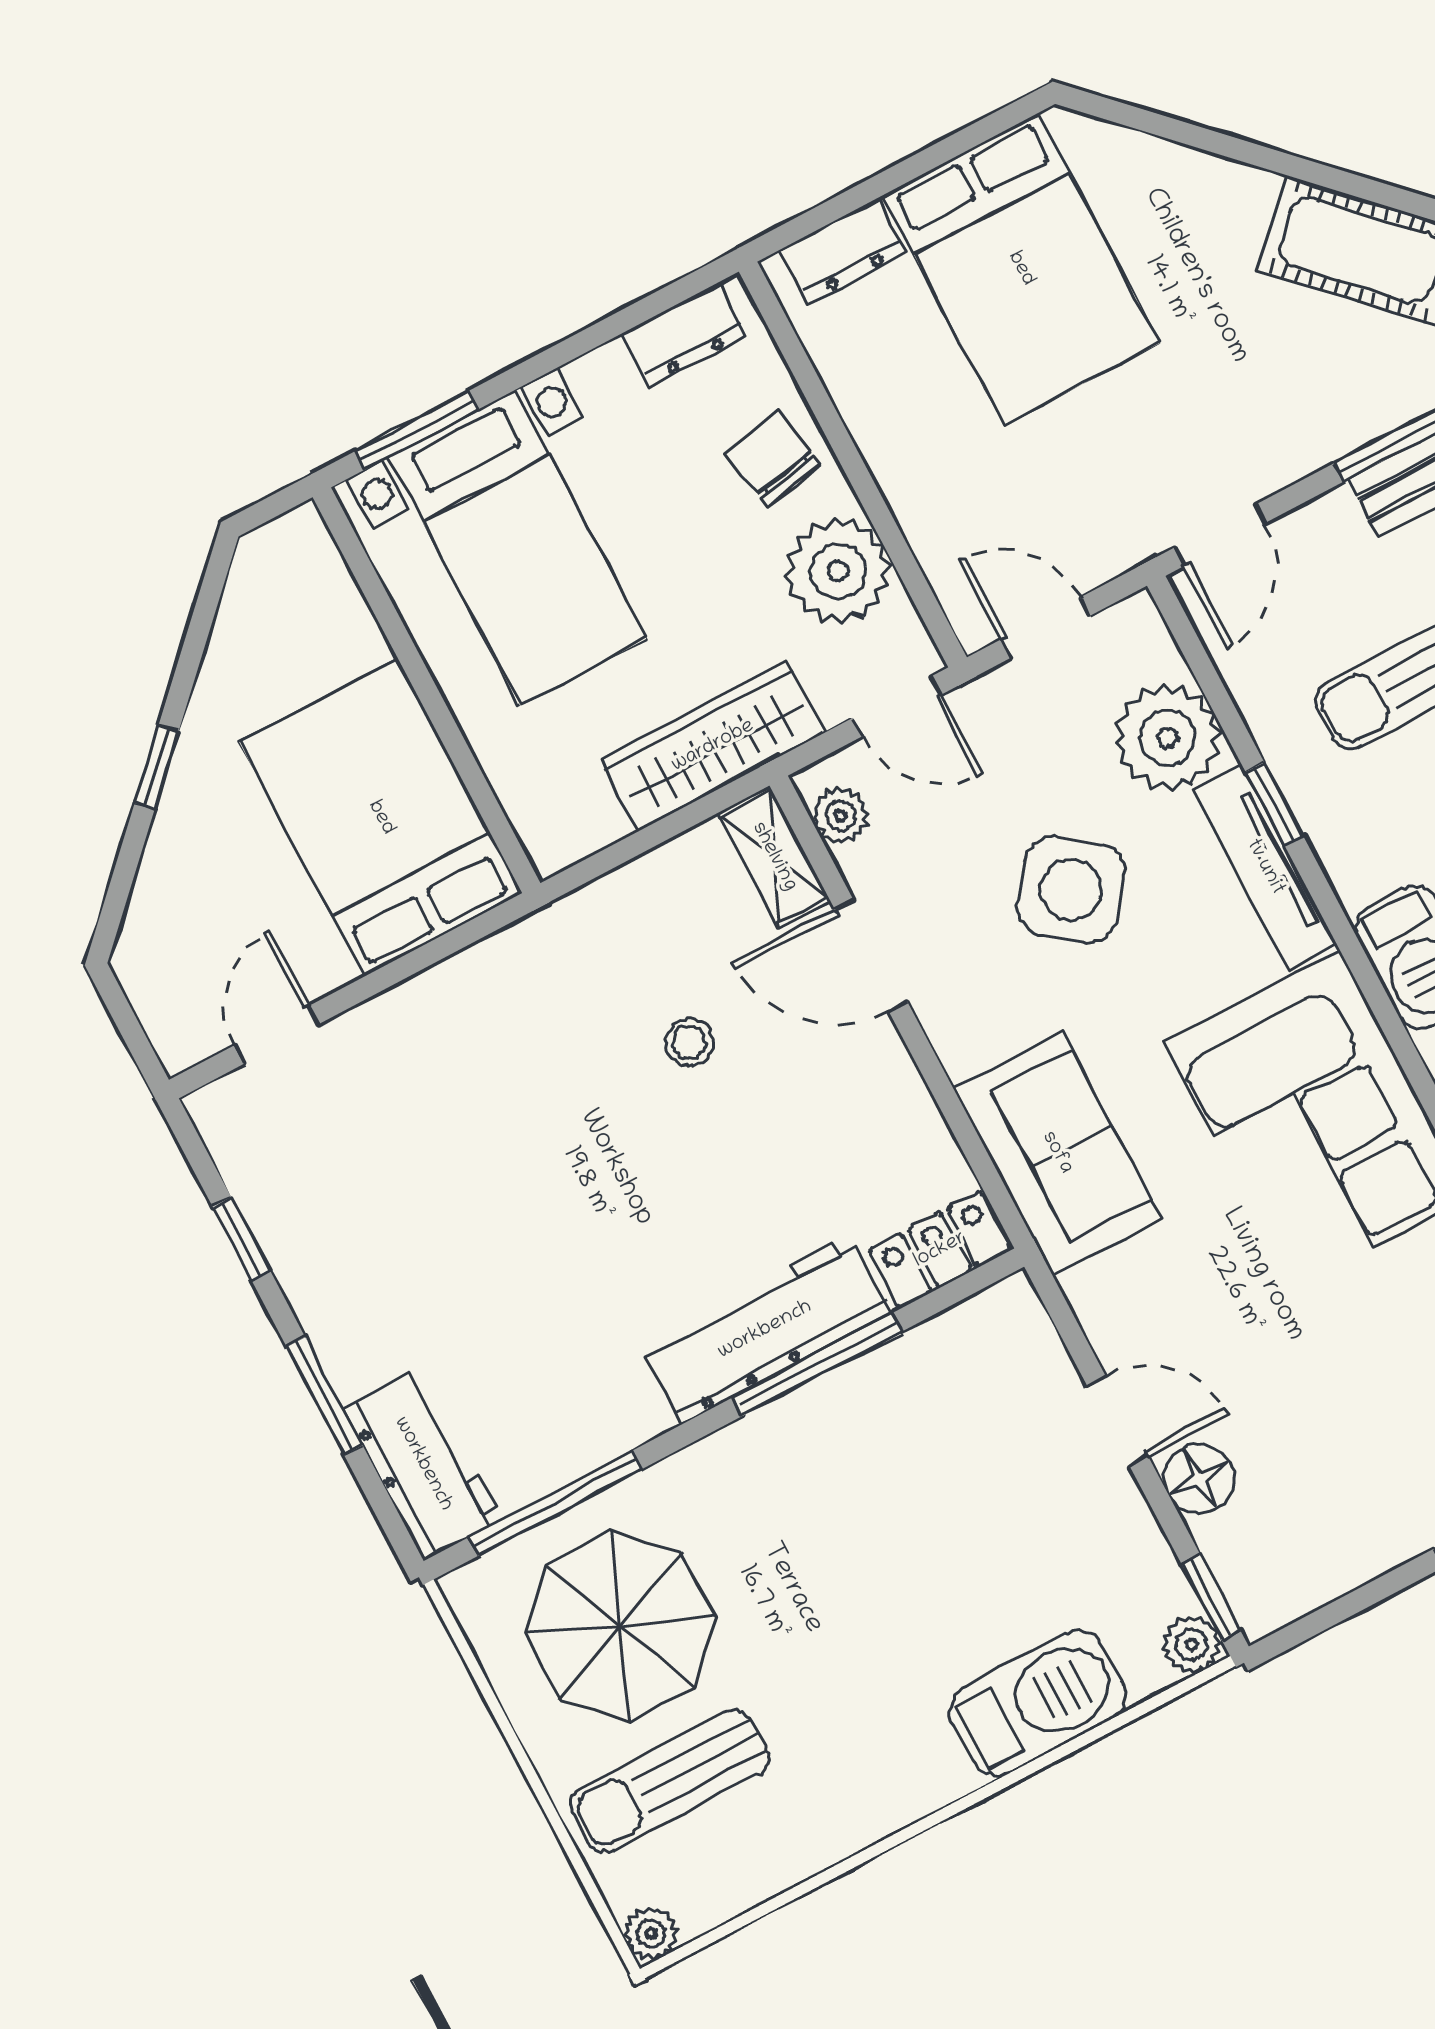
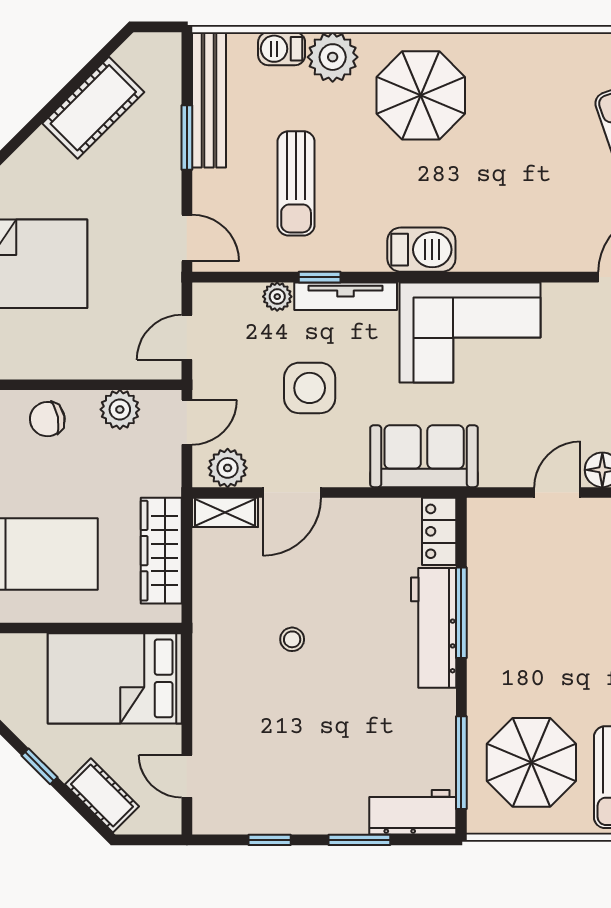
plant: (838, 571) -> (120, 409), width x0.73, depth x0.73
plant: (1167, 738) -> (277, 297), width x0.53, depth x0.53
wardrobe: (713, 746) -> (161, 551), moved
plant: (840, 816) -> (228, 468), width x1.38, depth x1.38
side table: (1071, 890) -> (310, 388), turned -38
cot: (164, 904) -> (102, 795), added
stool: (689, 1042) -> (292, 639), moved

